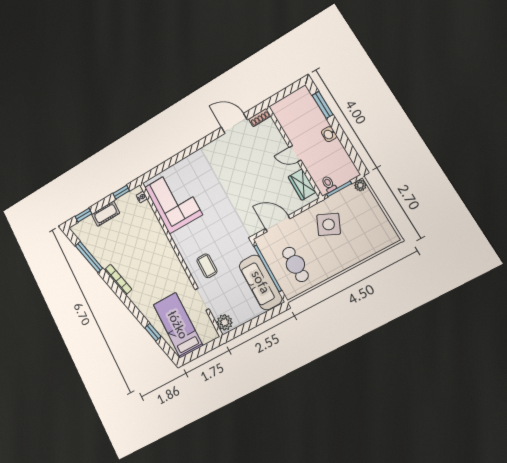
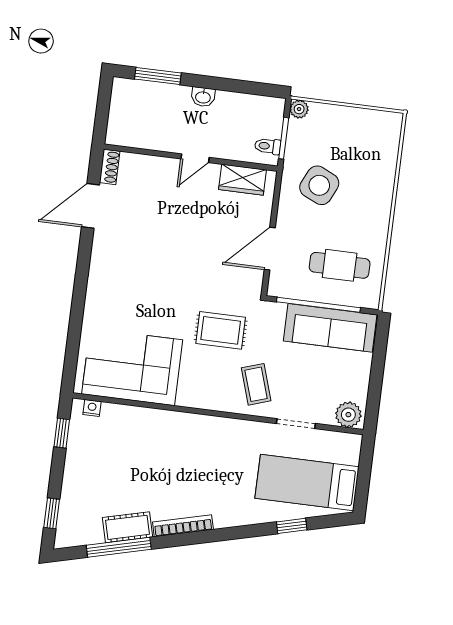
cot: (106, 214) -> (128, 527), moved, turned 76
rug: (220, 229) -> (221, 330), added
coffee table: (207, 266) -> (256, 384), turned 72

